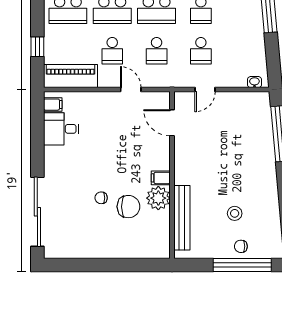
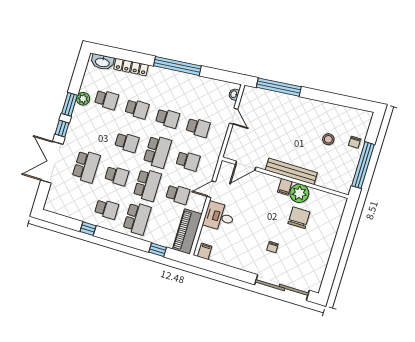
door: (205, 90) -> (234, 116), moved
desk: (61, 129) -> (219, 217), moved, turned 90
chair: (101, 198) -> (272, 247), moved
bench: (182, 218) -> (291, 171), moved
window: (242, 265) -> (363, 165), moved

